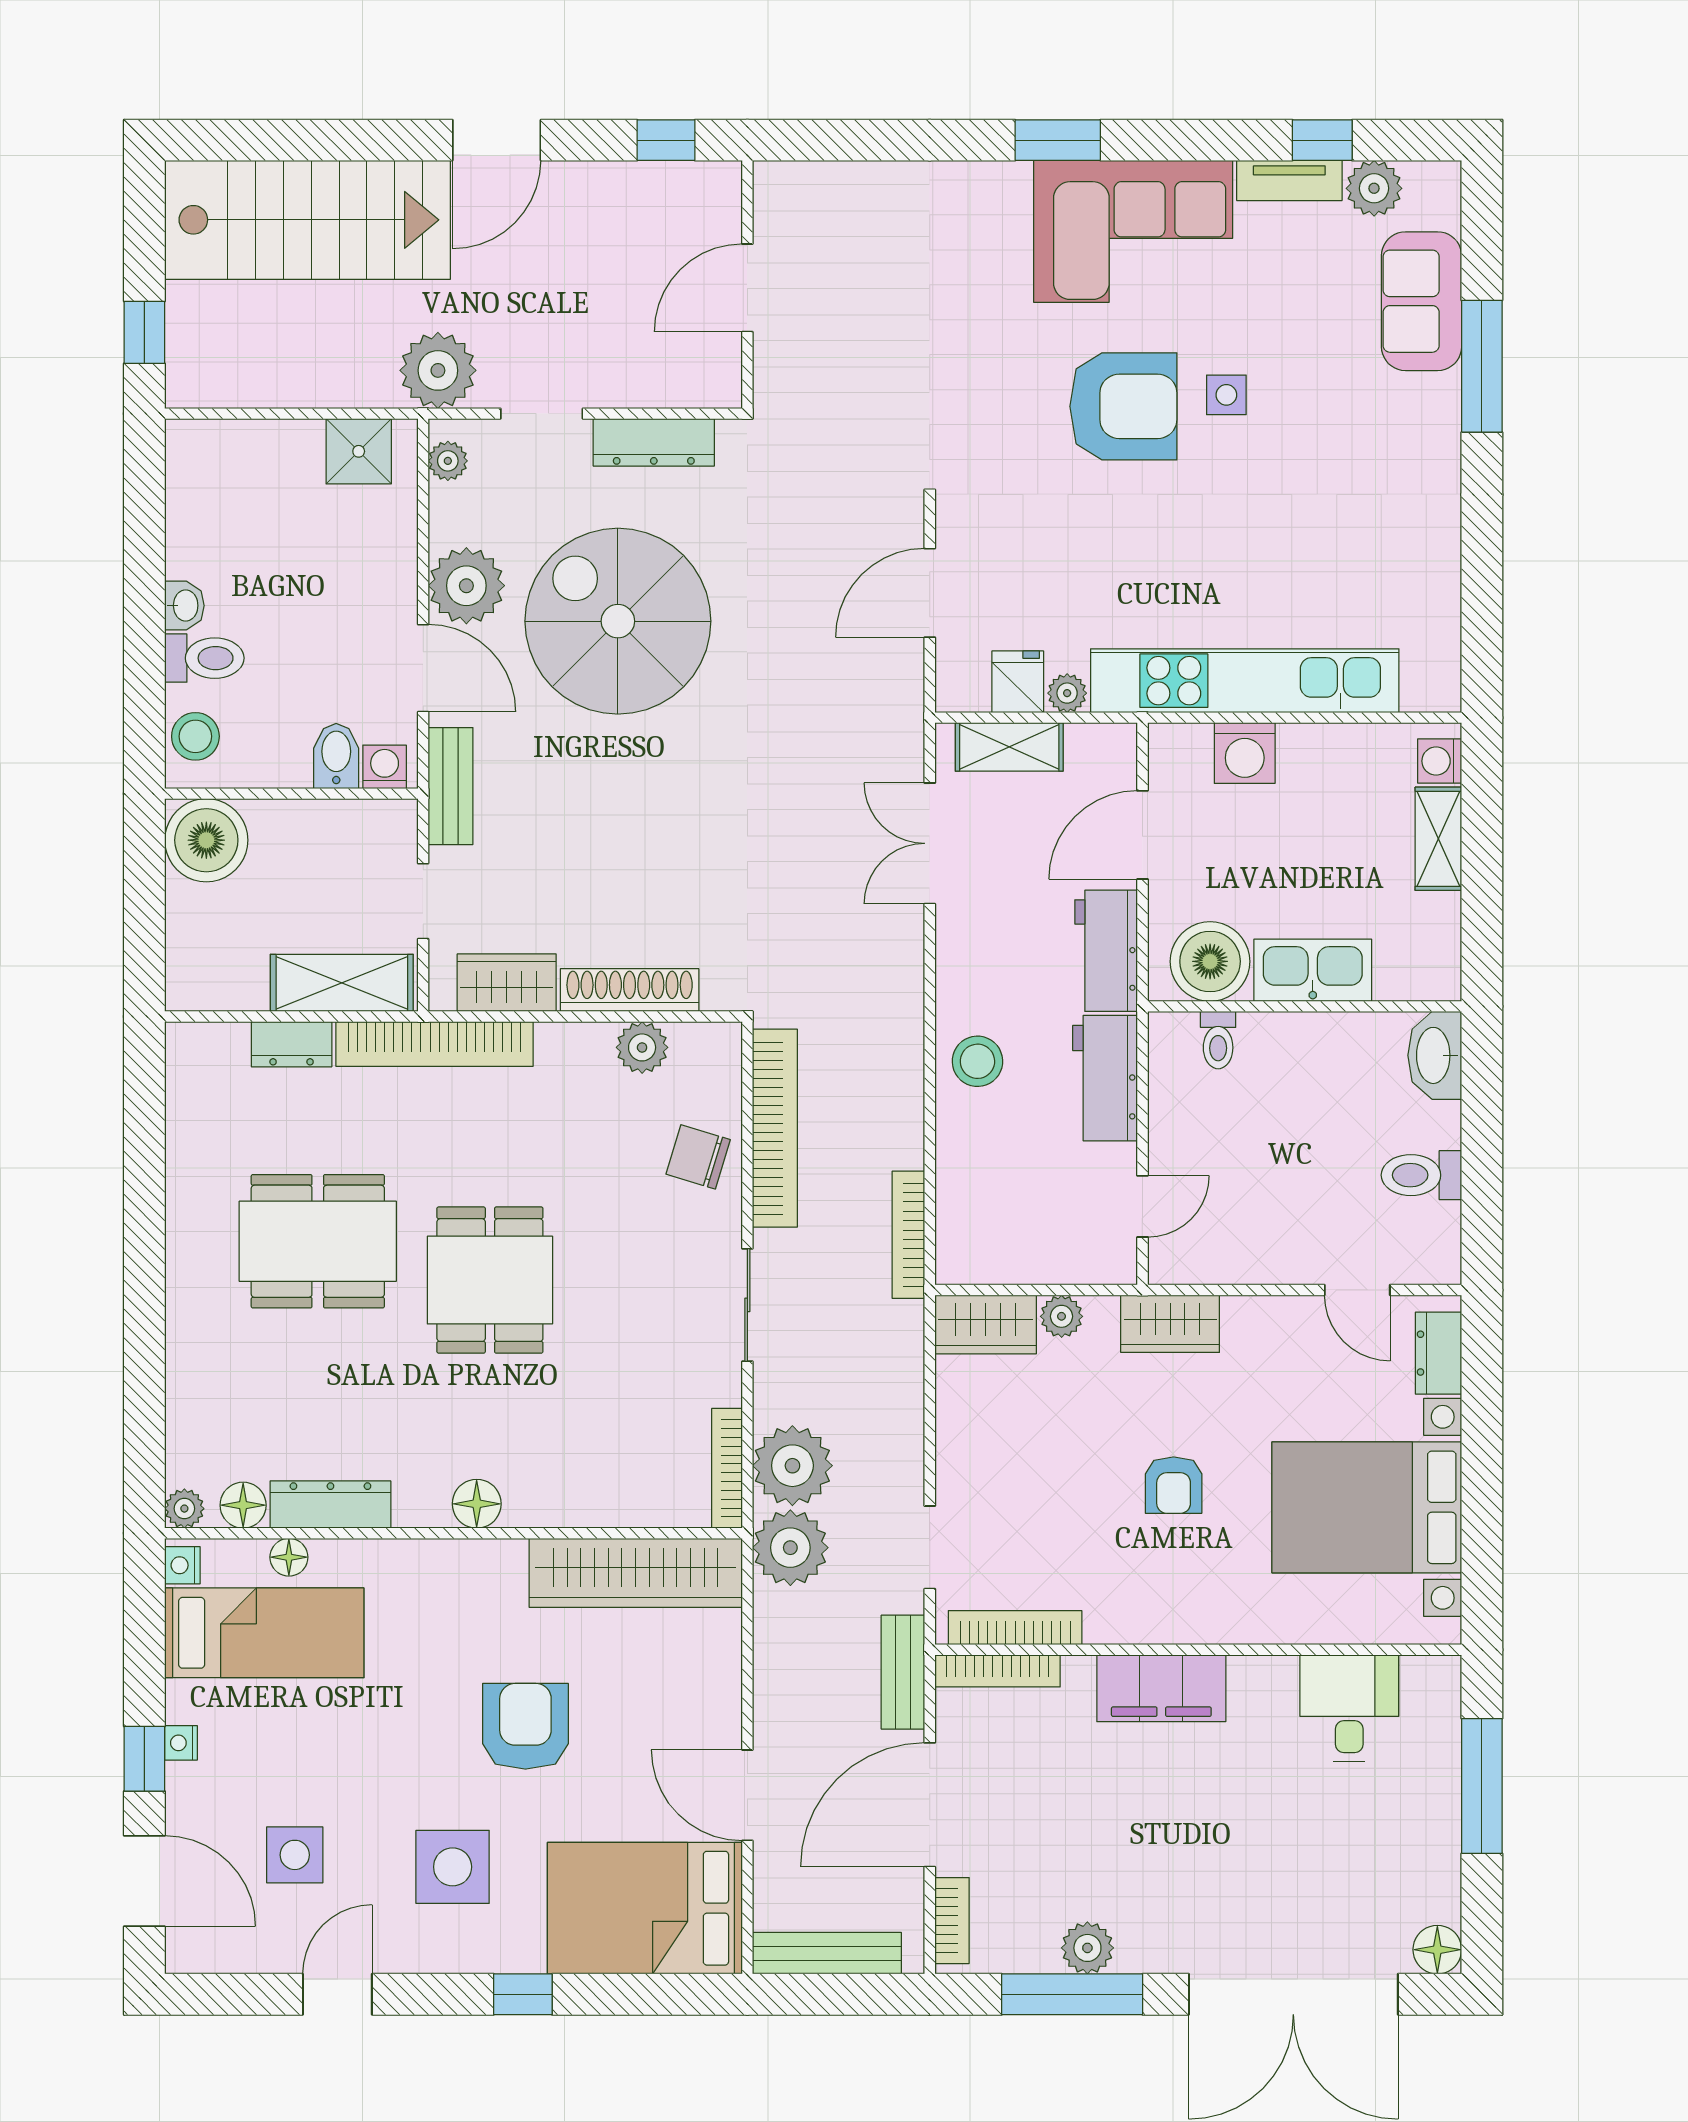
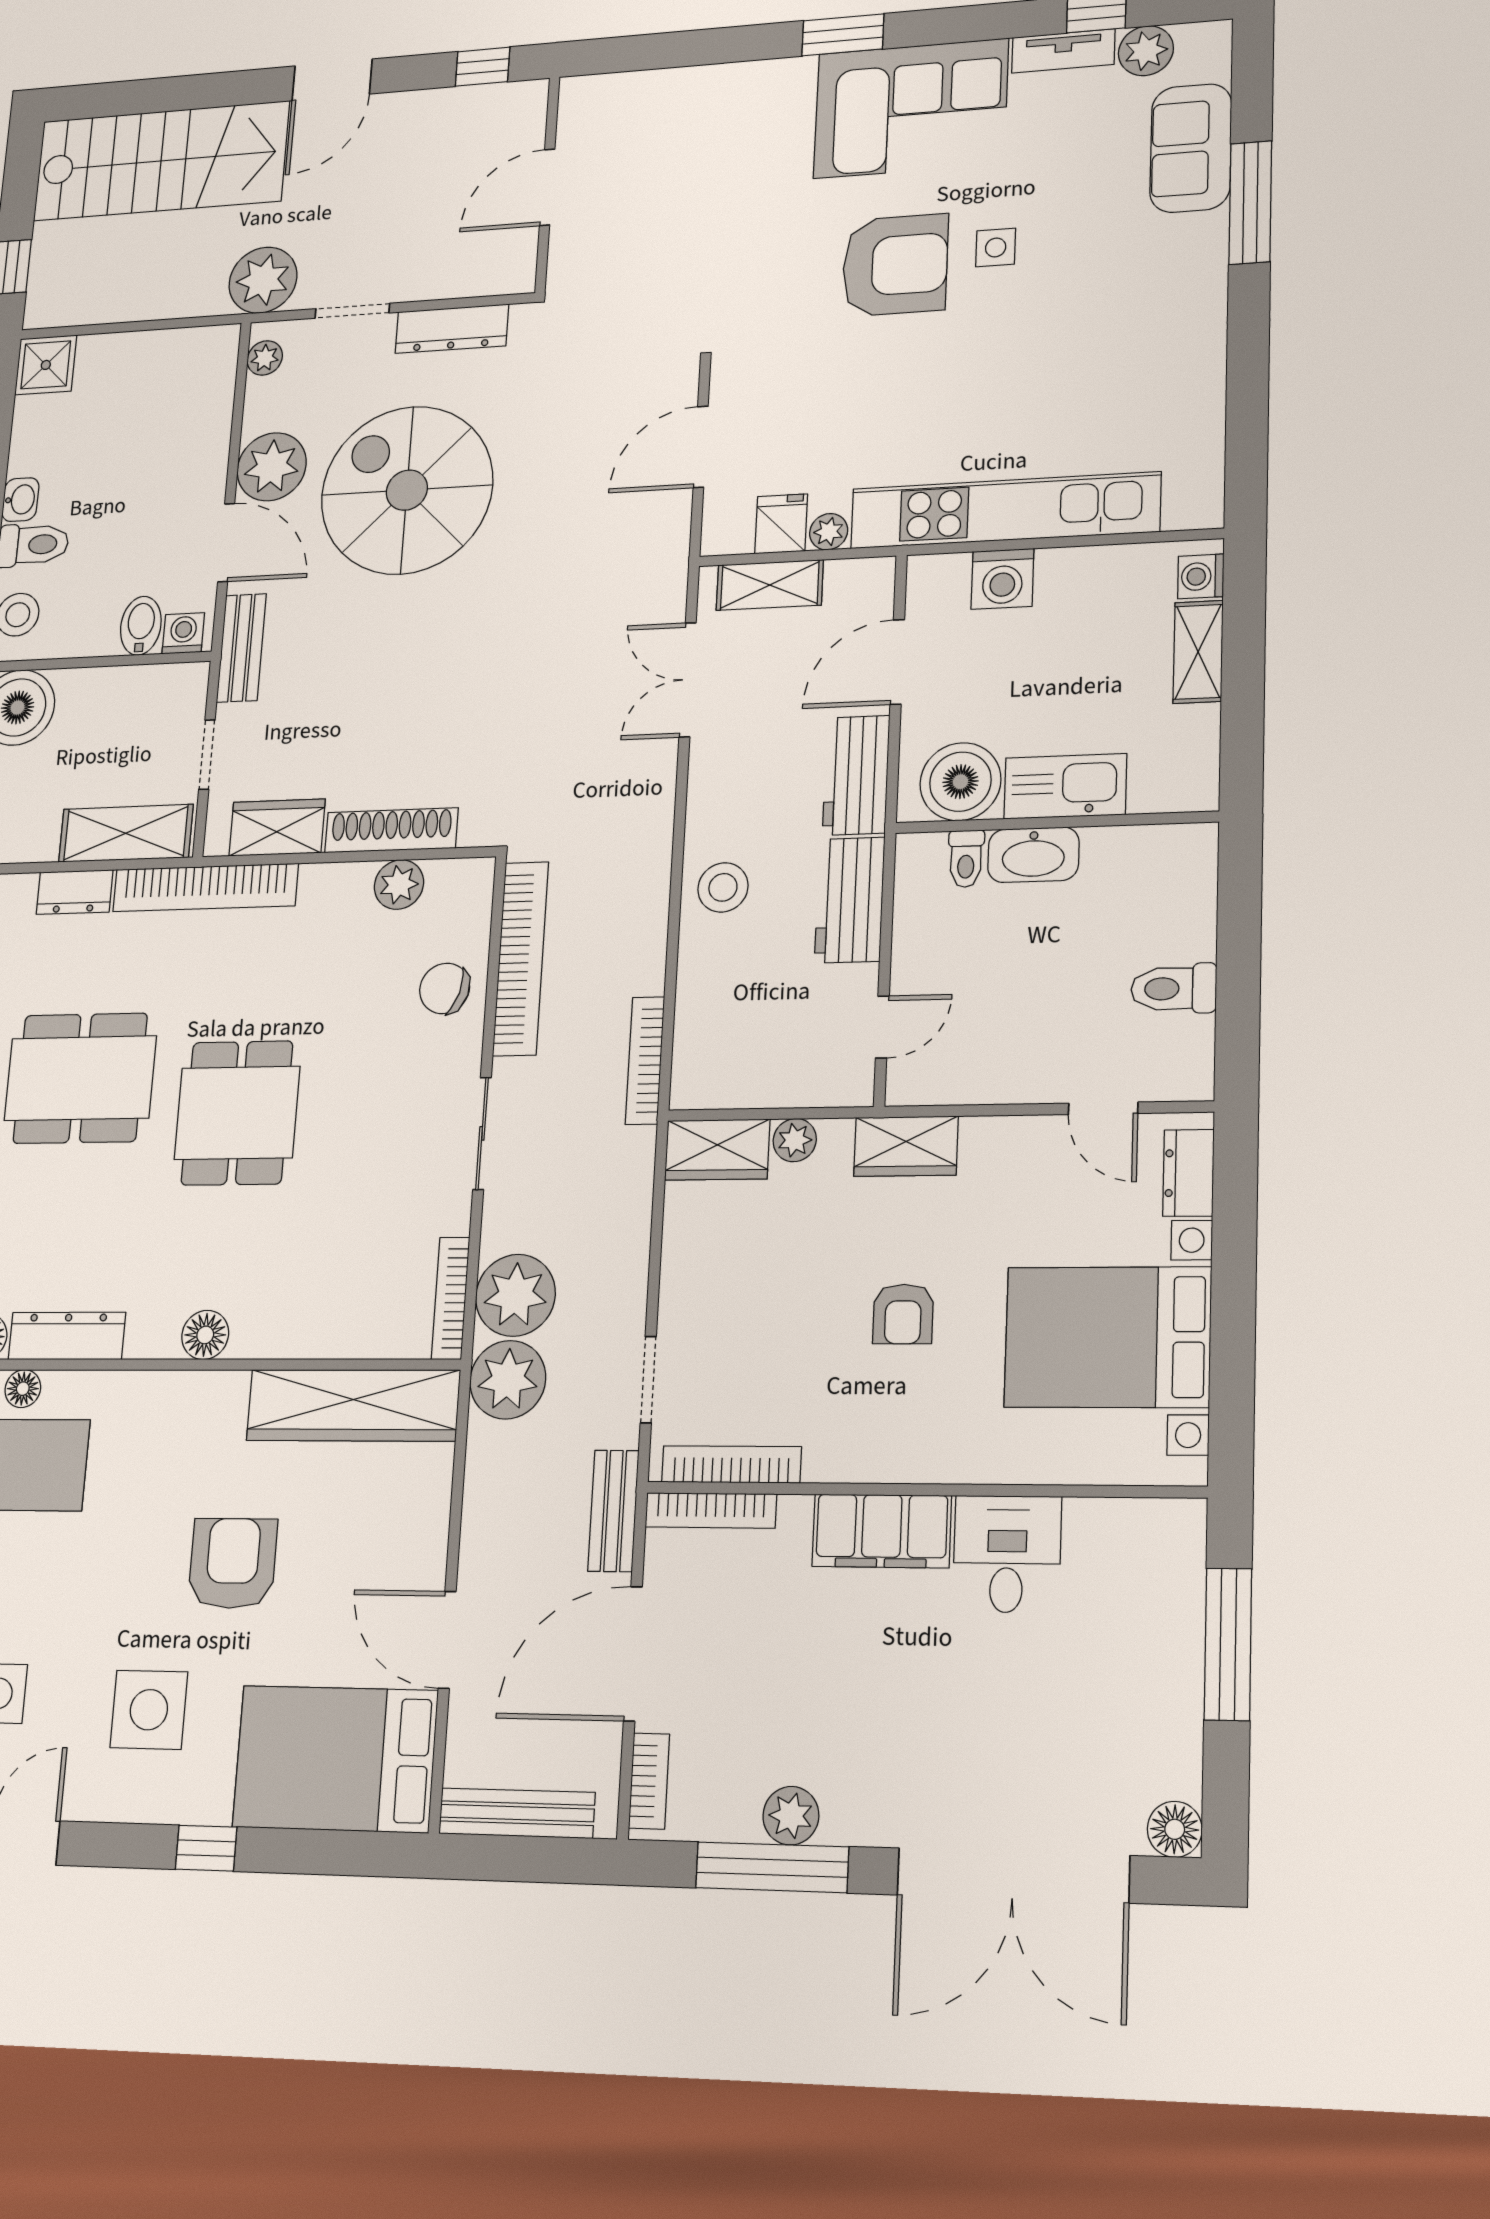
shower: (359, 451) -> (46, 365), moved
washbasin: (1435, 1055) -> (1033, 855), moved, turned -90
desk: (1349, 1708) -> (1007, 1554), moved

